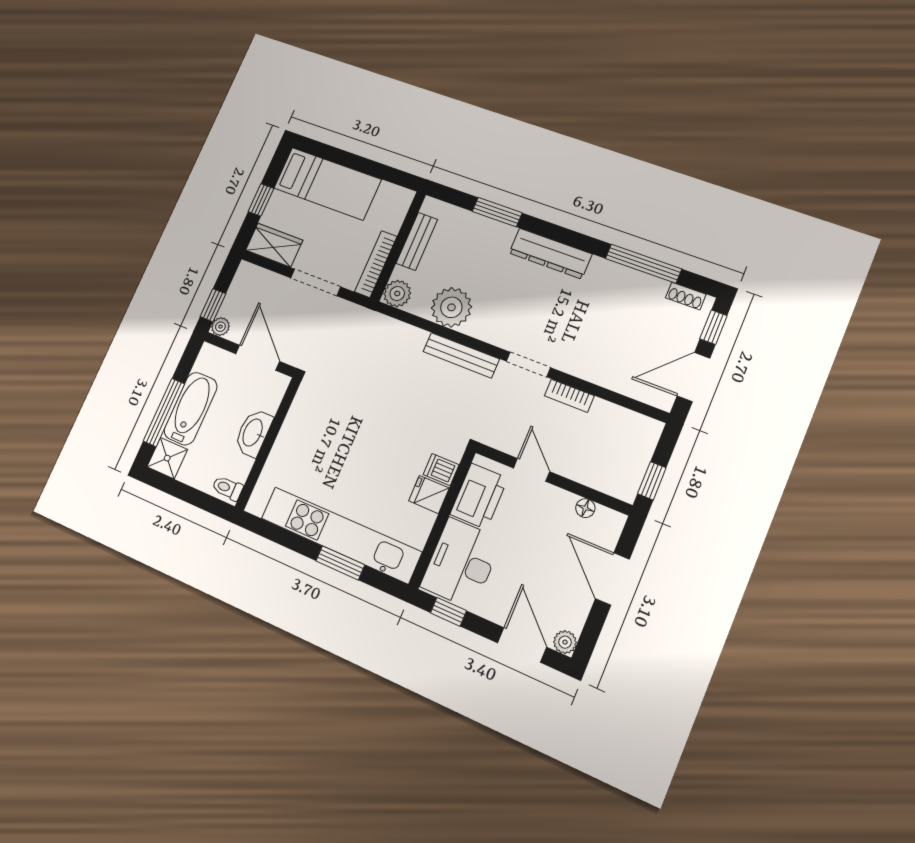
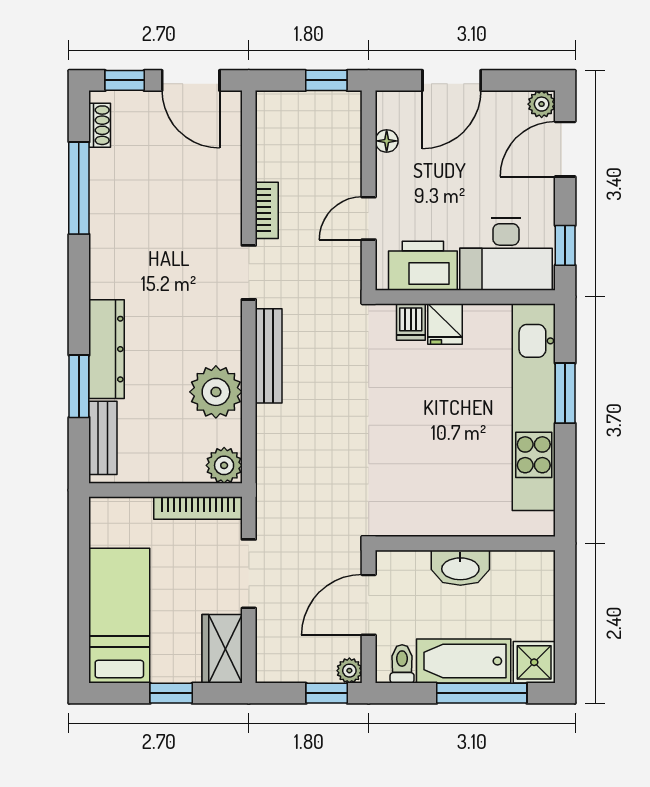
bench: (417, 241) -> (103, 438), moved, turned 90
dresser: (550, 253) -> (107, 349), moved
toilet: (227, 488) -> (402, 664), moved, turned 180

